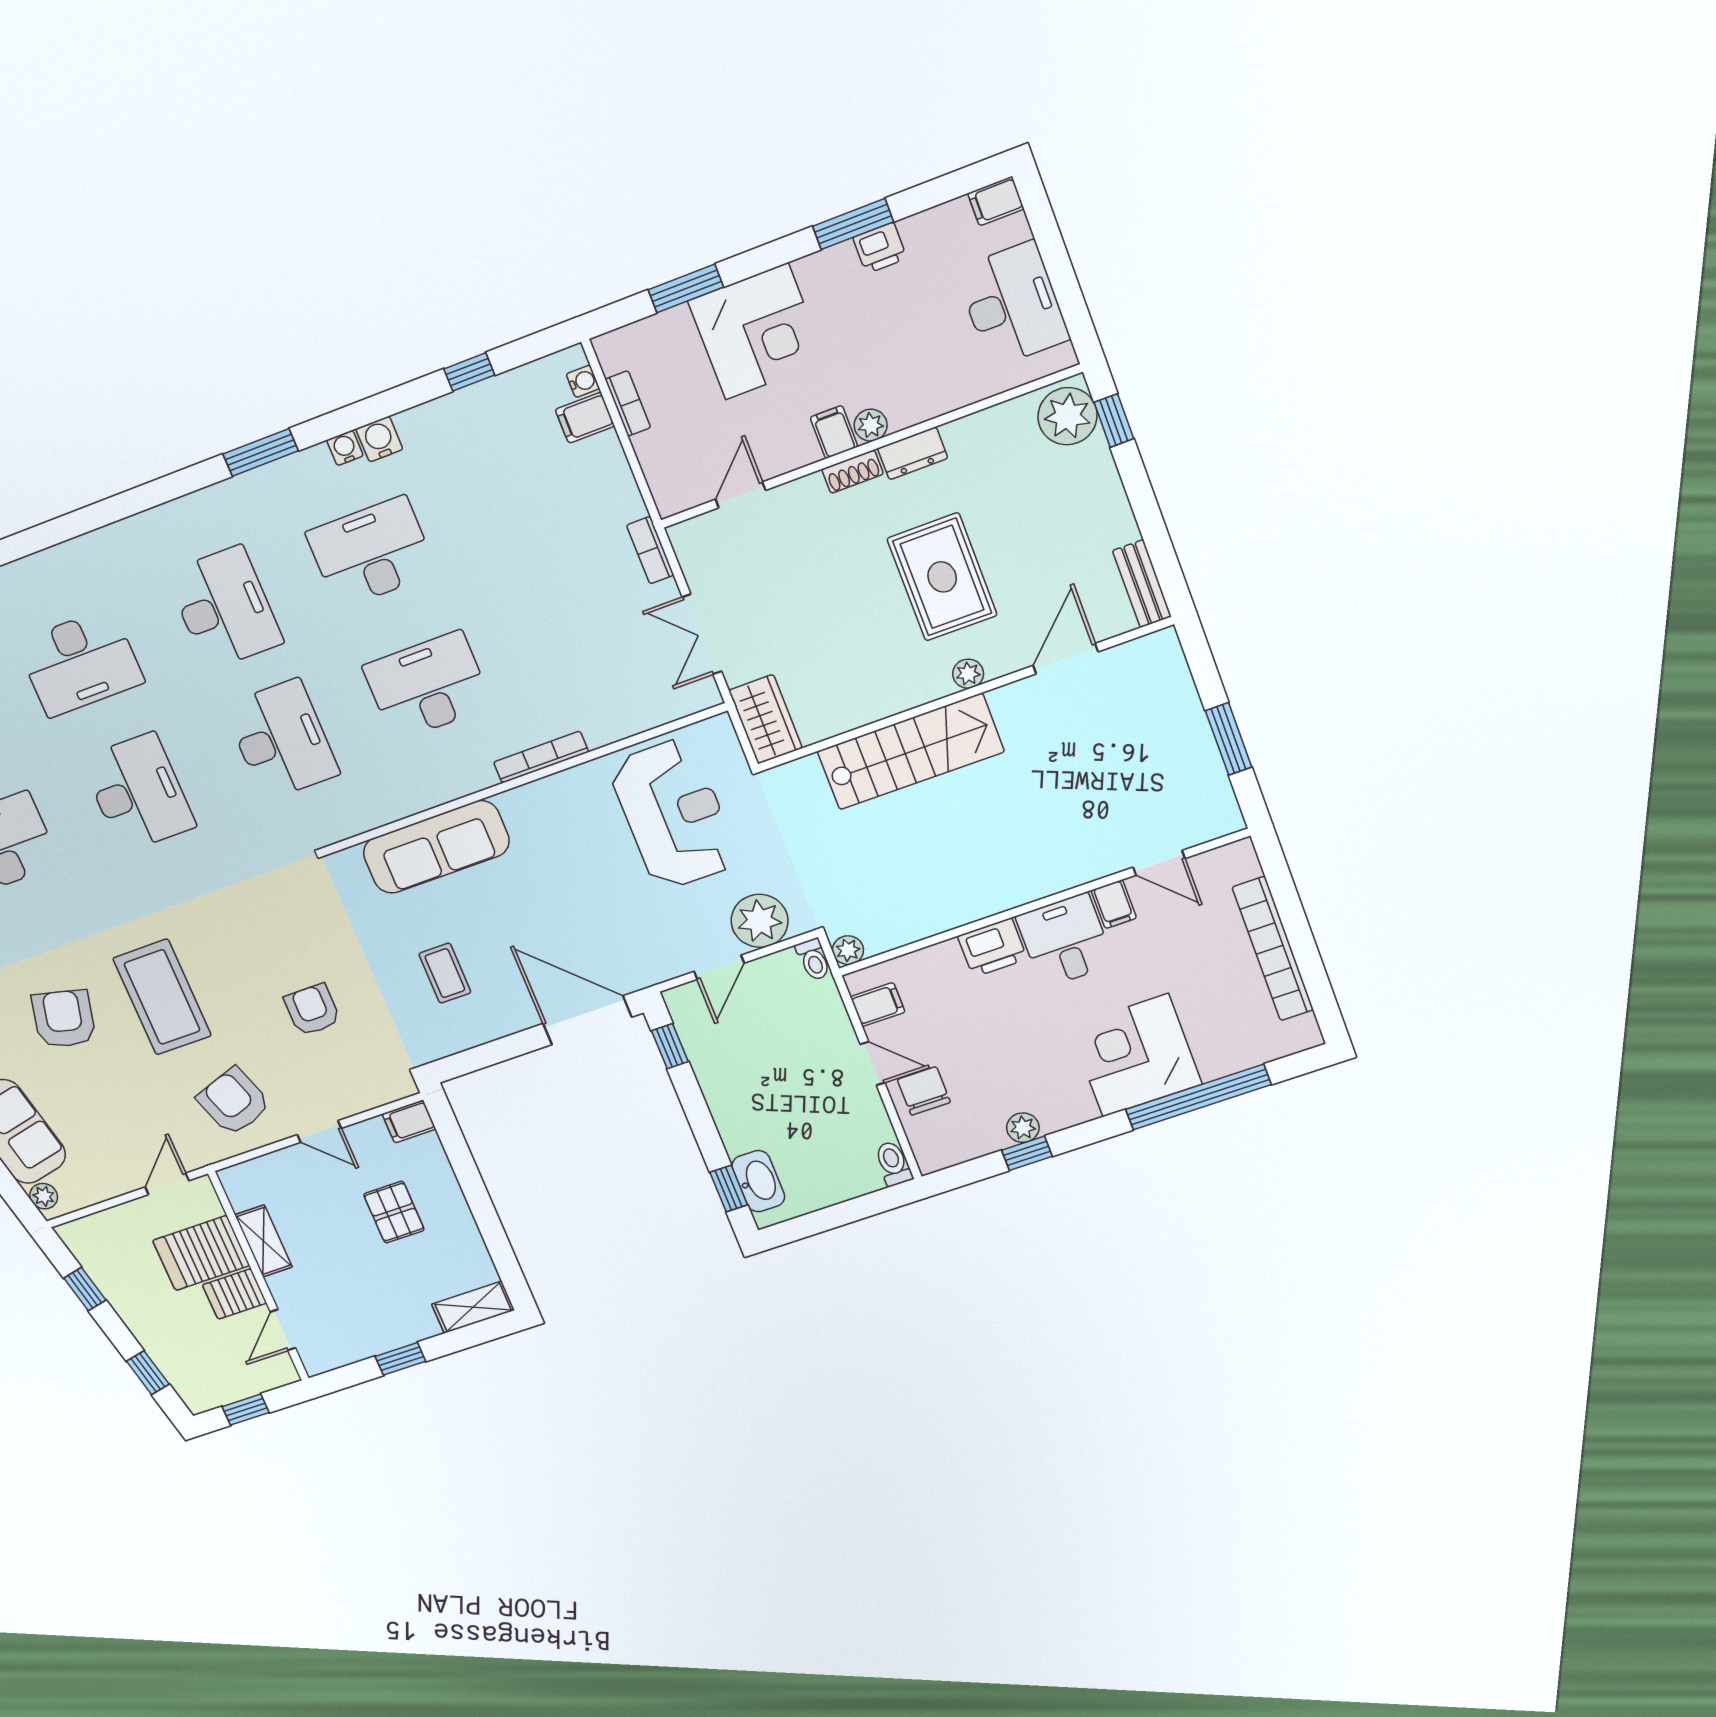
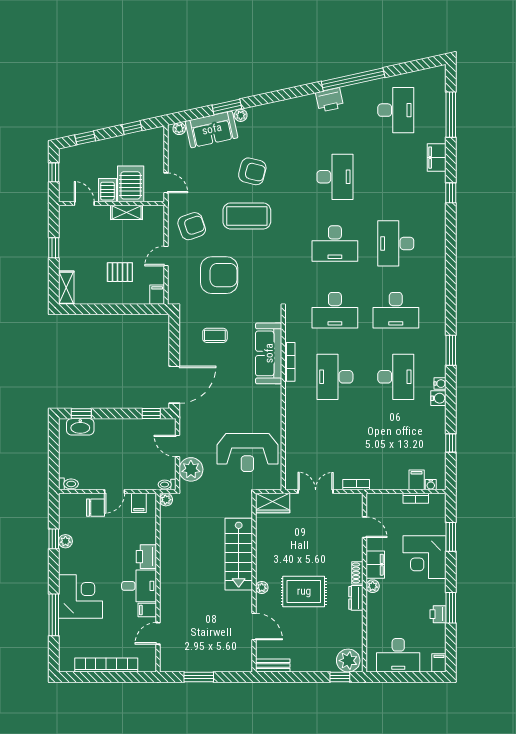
filing cabinet: (834, 432) -> (375, 565), width x2.00
desk: (428, 686) -> (335, 377), turned 180
bookcase: (541, 757) -> (290, 362), moved
armchair: (312, 1010) -> (219, 275), width x1.88, depth x1.88
window: (1198, 1097) -> (54, 615), width x0.68

